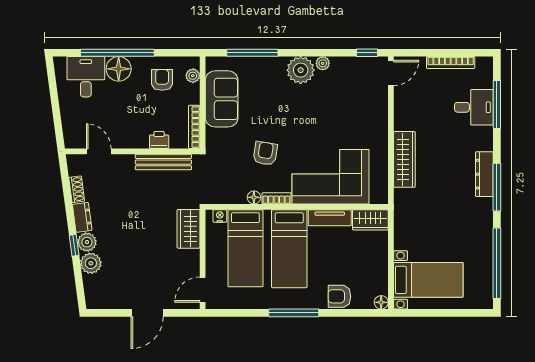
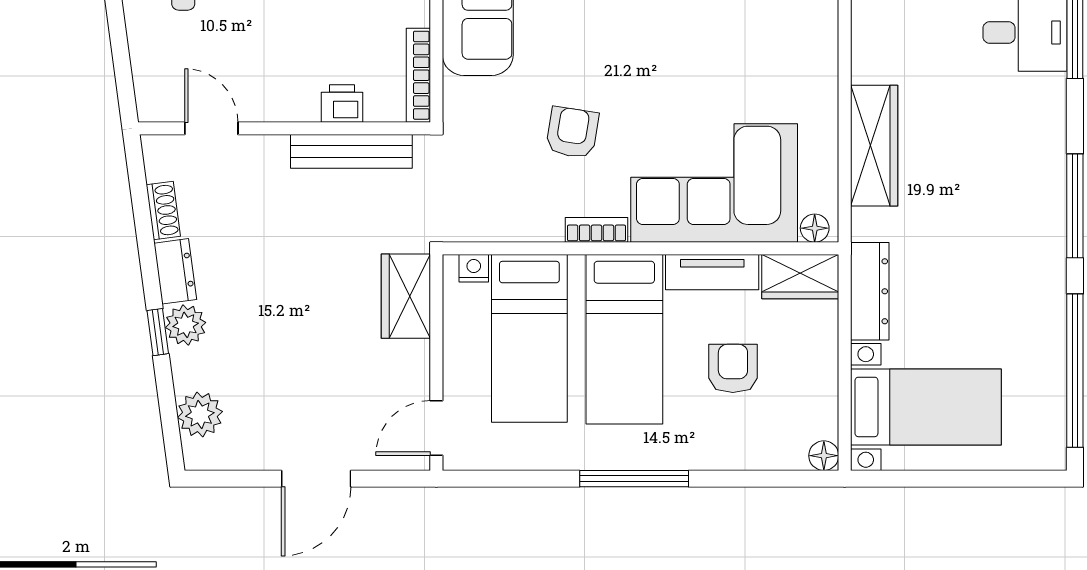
dresser: (484, 174) -> (870, 291), moved, turned 180
floor lamp: (254, 197) -> (815, 228), moved
plant: (91, 263) -> (200, 414), moved
armchair: (339, 296) -> (733, 368), moved, turned 90

